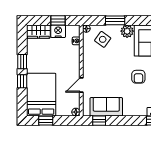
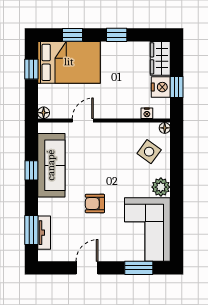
window: (115, 20) -> (177, 170), removed
window: (22, 81) -> (72, 35), moved
door: (81, 85) -> (83, 121), hinge flipped
sofa: (106, 107) -> (51, 165), width x1.36
window: (99, 121) -> (31, 170), moved

